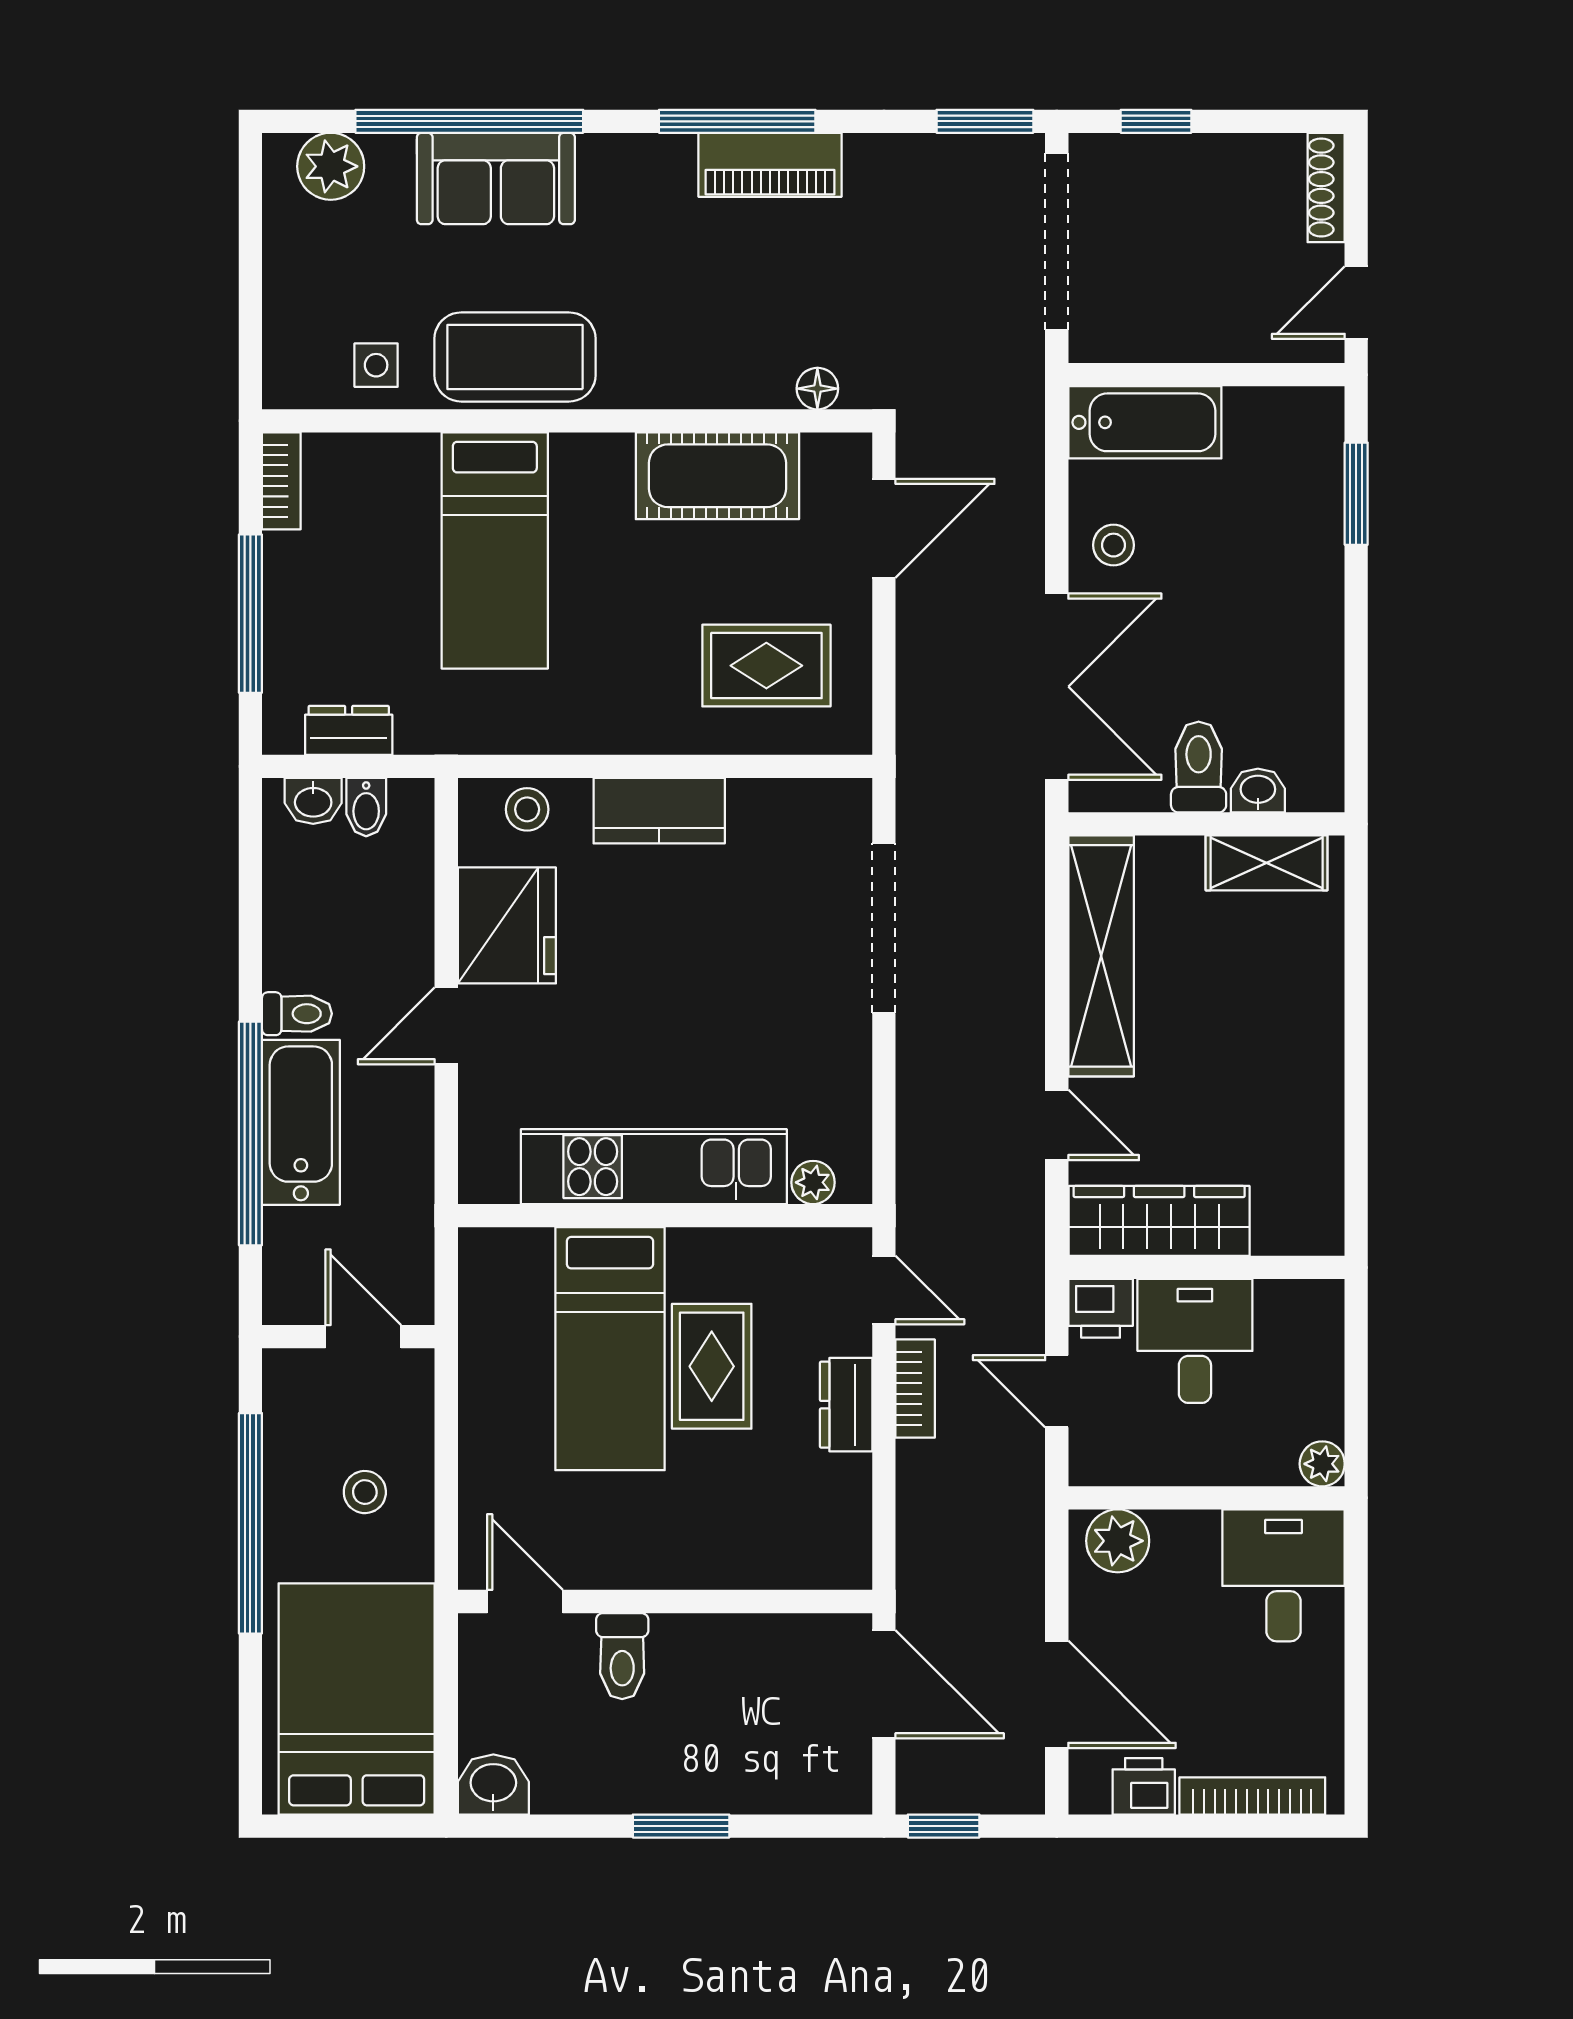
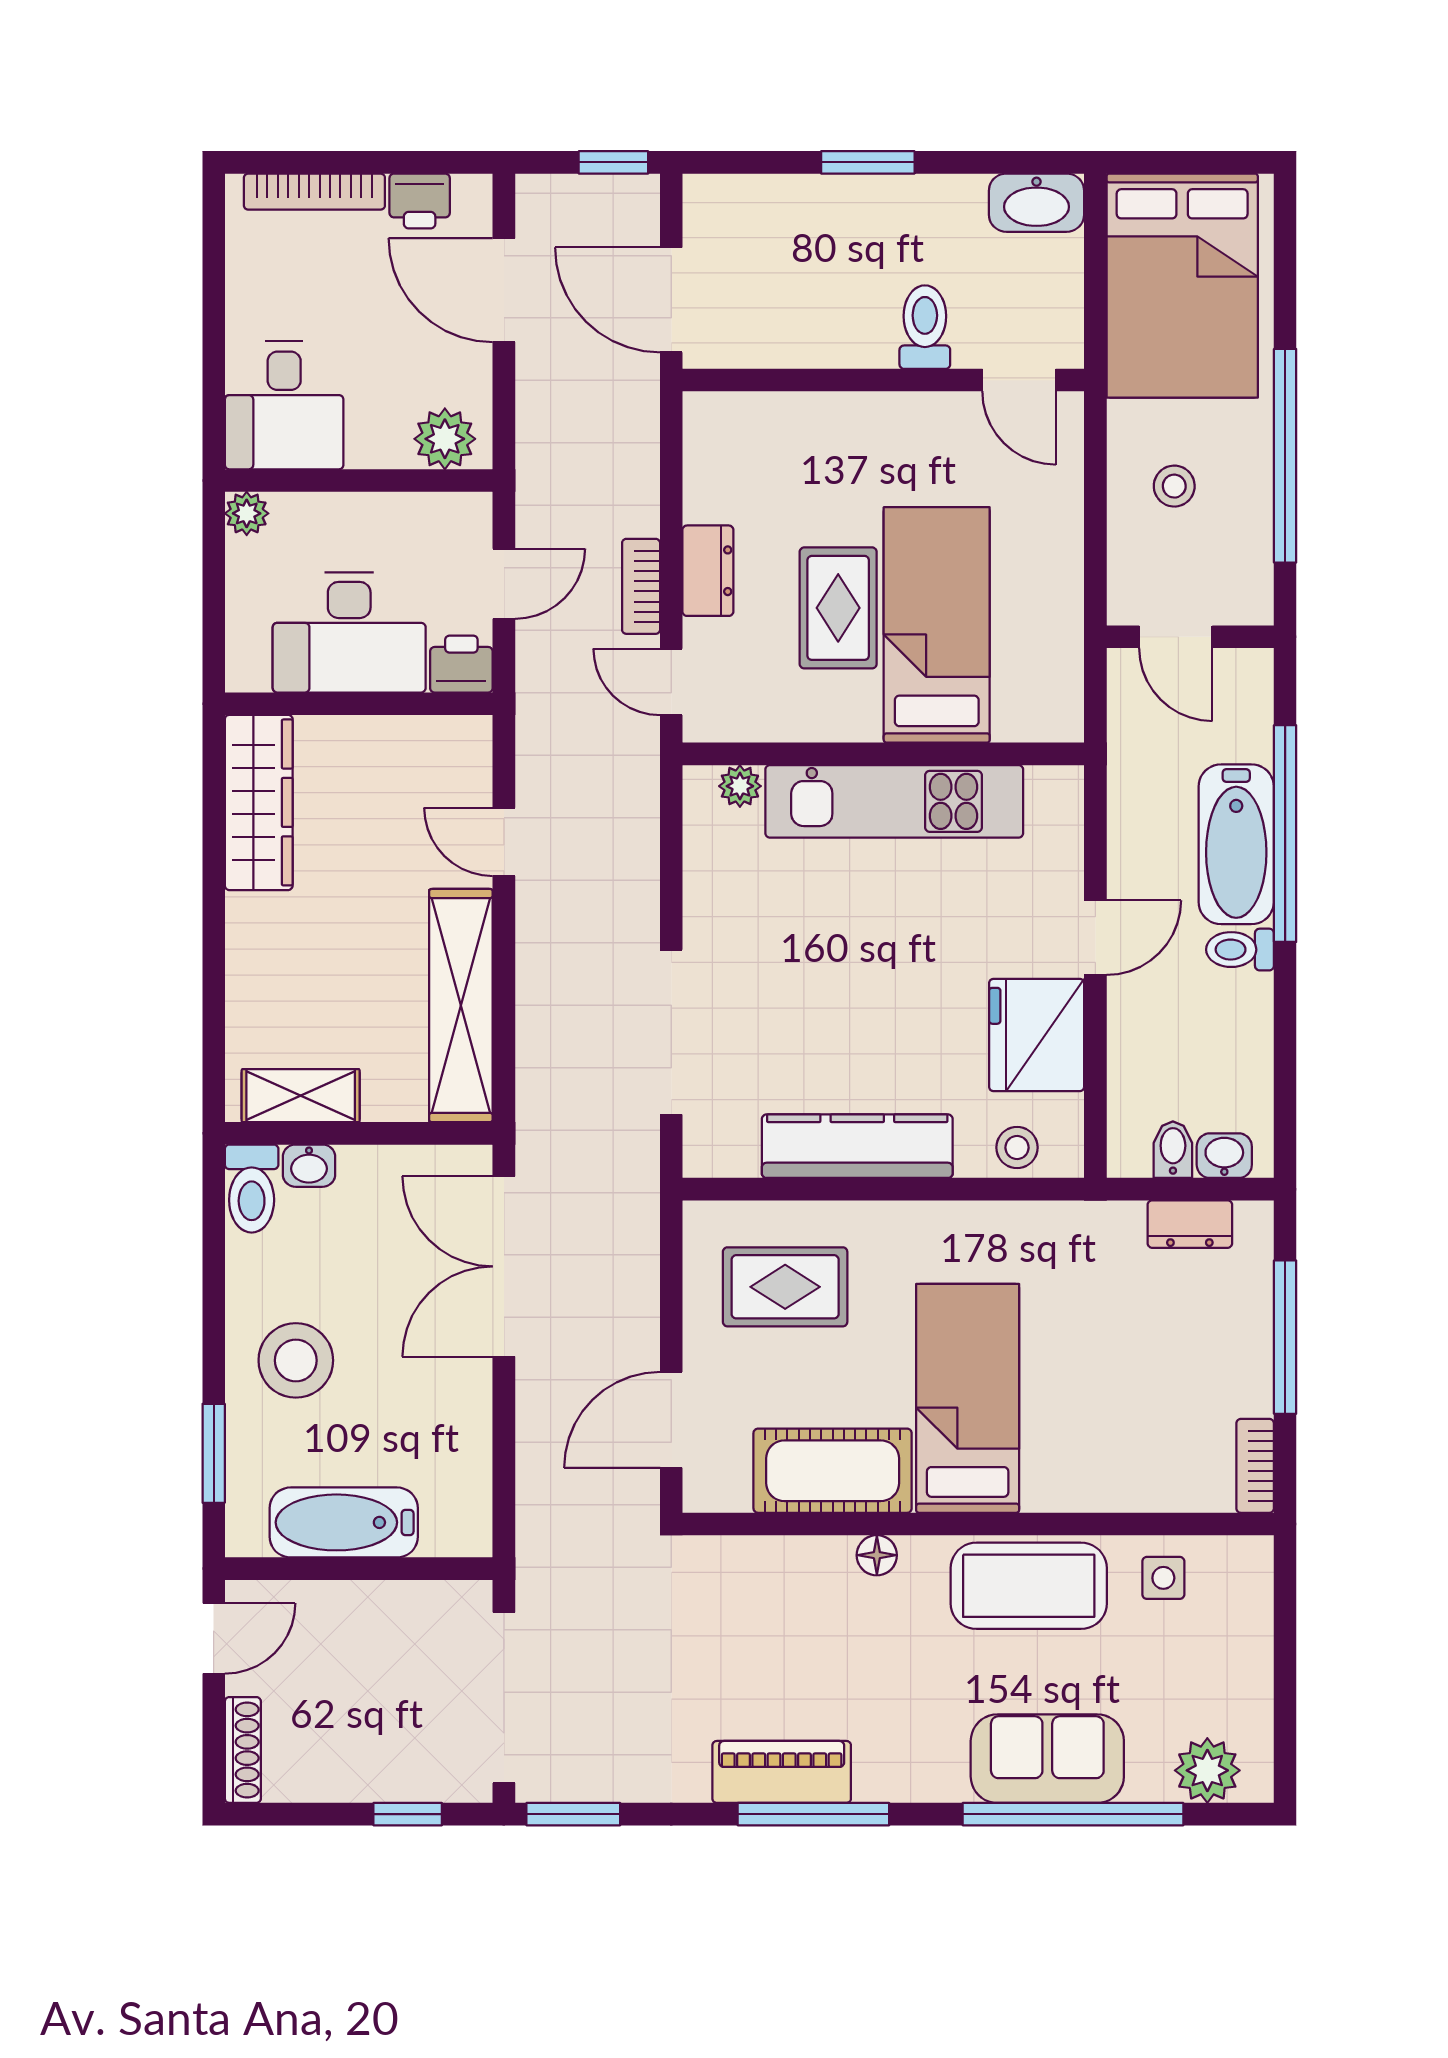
floor lamp: (817, 389) -> (877, 1555), moved
bathtub: (1145, 422) -> (344, 1522), moved
stool: (1113, 545) -> (296, 1360), moved, width x1.89, depth x1.89
bed: (495, 550) -> (968, 1398), moved
toilet: (1199, 767) -> (252, 1189), moved
kitchen counter: (659, 811) -> (857, 1146), width x1.50
wardrobe: (1159, 1221) -> (259, 802), moved, turned -90
desk: (1195, 1341) -> (349, 632), width x1.37
door: (1057, 1391) -> (504, 584), hinge flipped
washbasin: (493, 1785) -> (1037, 203), width x1.38

